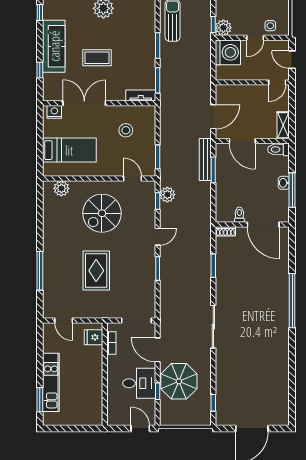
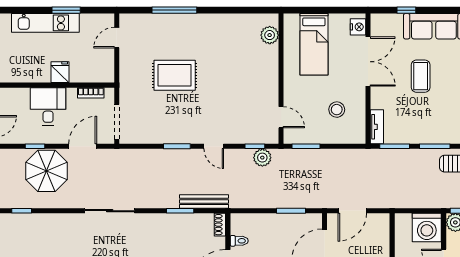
door: (213, 117) -> (352, 211), hinge flipped
bench: (205, 160) -> (204, 201), moved
door: (132, 178) -> (281, 117), hinge flipped
spiral stairs: (102, 213) -> (241, 82), removed
fridge: (93, 337) -> (60, 72), moved
desk: (139, 383) -> (48, 106), moved, turned 180
window: (40, 400) -> (66, 10), moved

